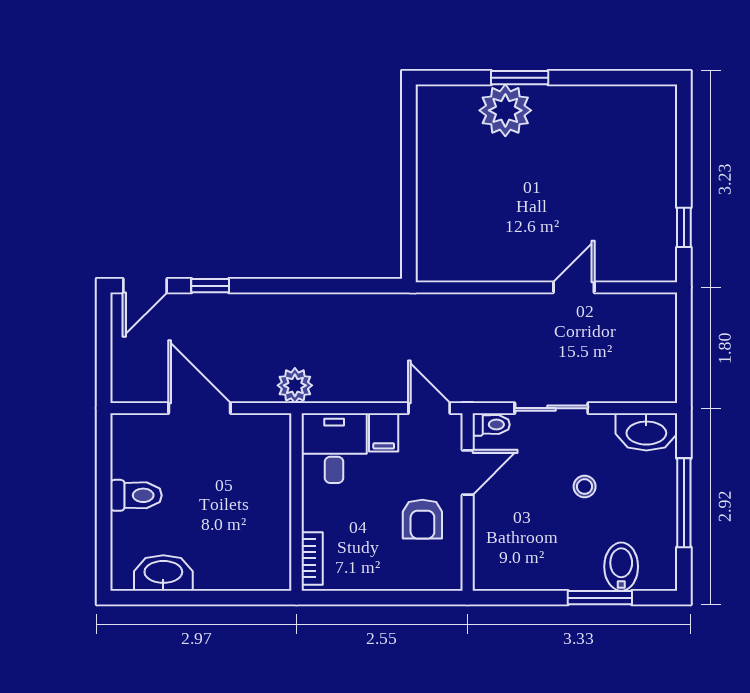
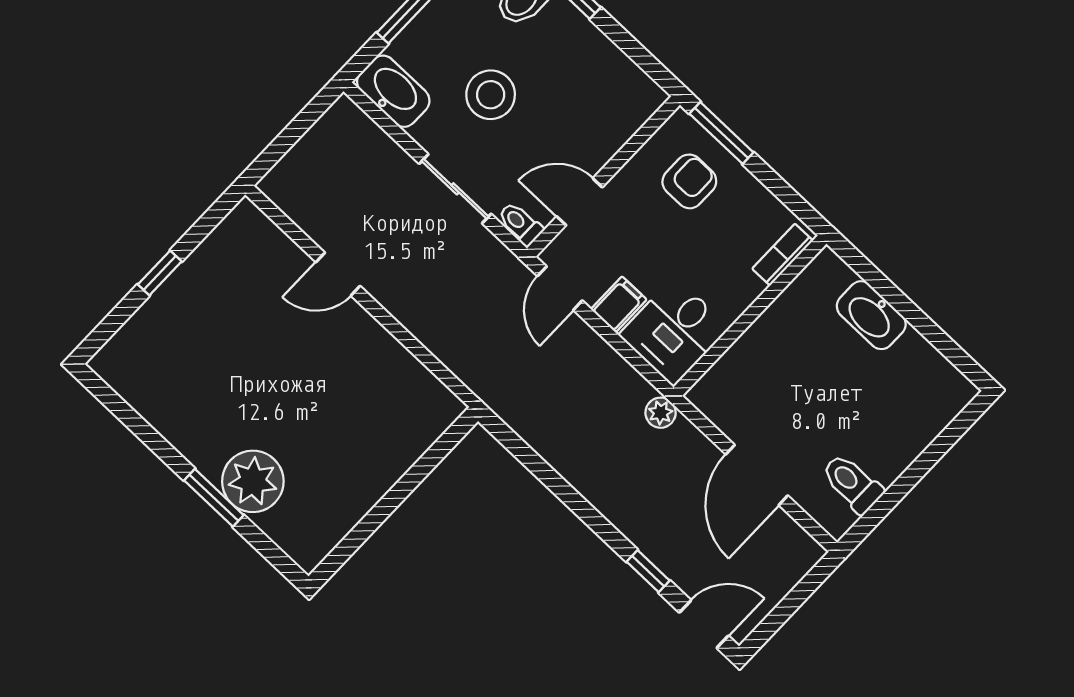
window: (684, 227) -> (160, 273), moved
plant: (295, 385) -> (661, 413), width x0.73, depth x0.73
stool: (585, 487) -> (491, 95), width x1.89, depth x1.89
toilet: (136, 495) -> (852, 483), moved
armchair: (422, 519) -> (689, 181), moved
washbasin: (163, 573) -> (871, 315), moved
window: (420, 598) -> (721, 133), added

